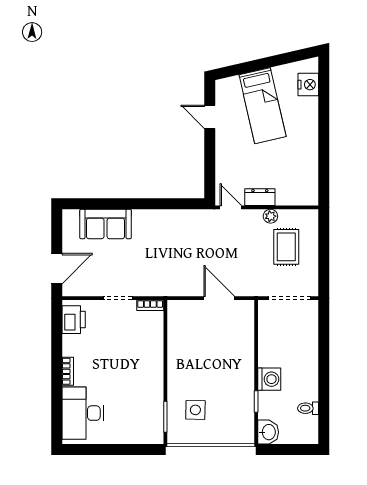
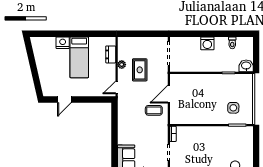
nightstand: (308, 85) -> (63, 43), moved
bed: (263, 106) -> (79, 57), moved, turned 103
dresser: (260, 197) -> (111, 54), moved
rug: (286, 247) -> (140, 70), moved, turned 90
coffee table: (191, 272) -> (154, 110), added
washing machine: (269, 379) -> (207, 43), moved, turned 180

